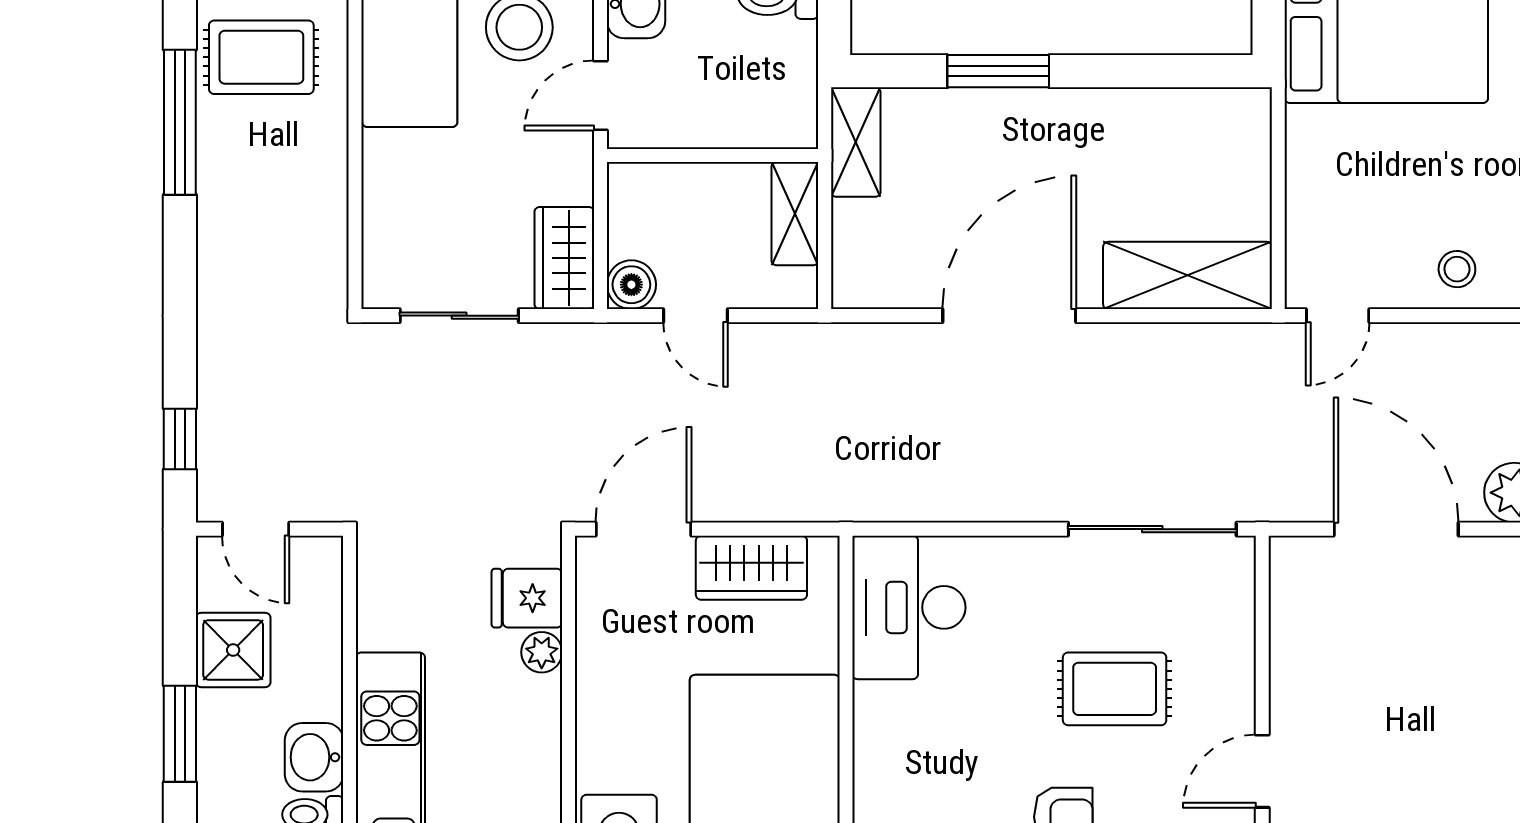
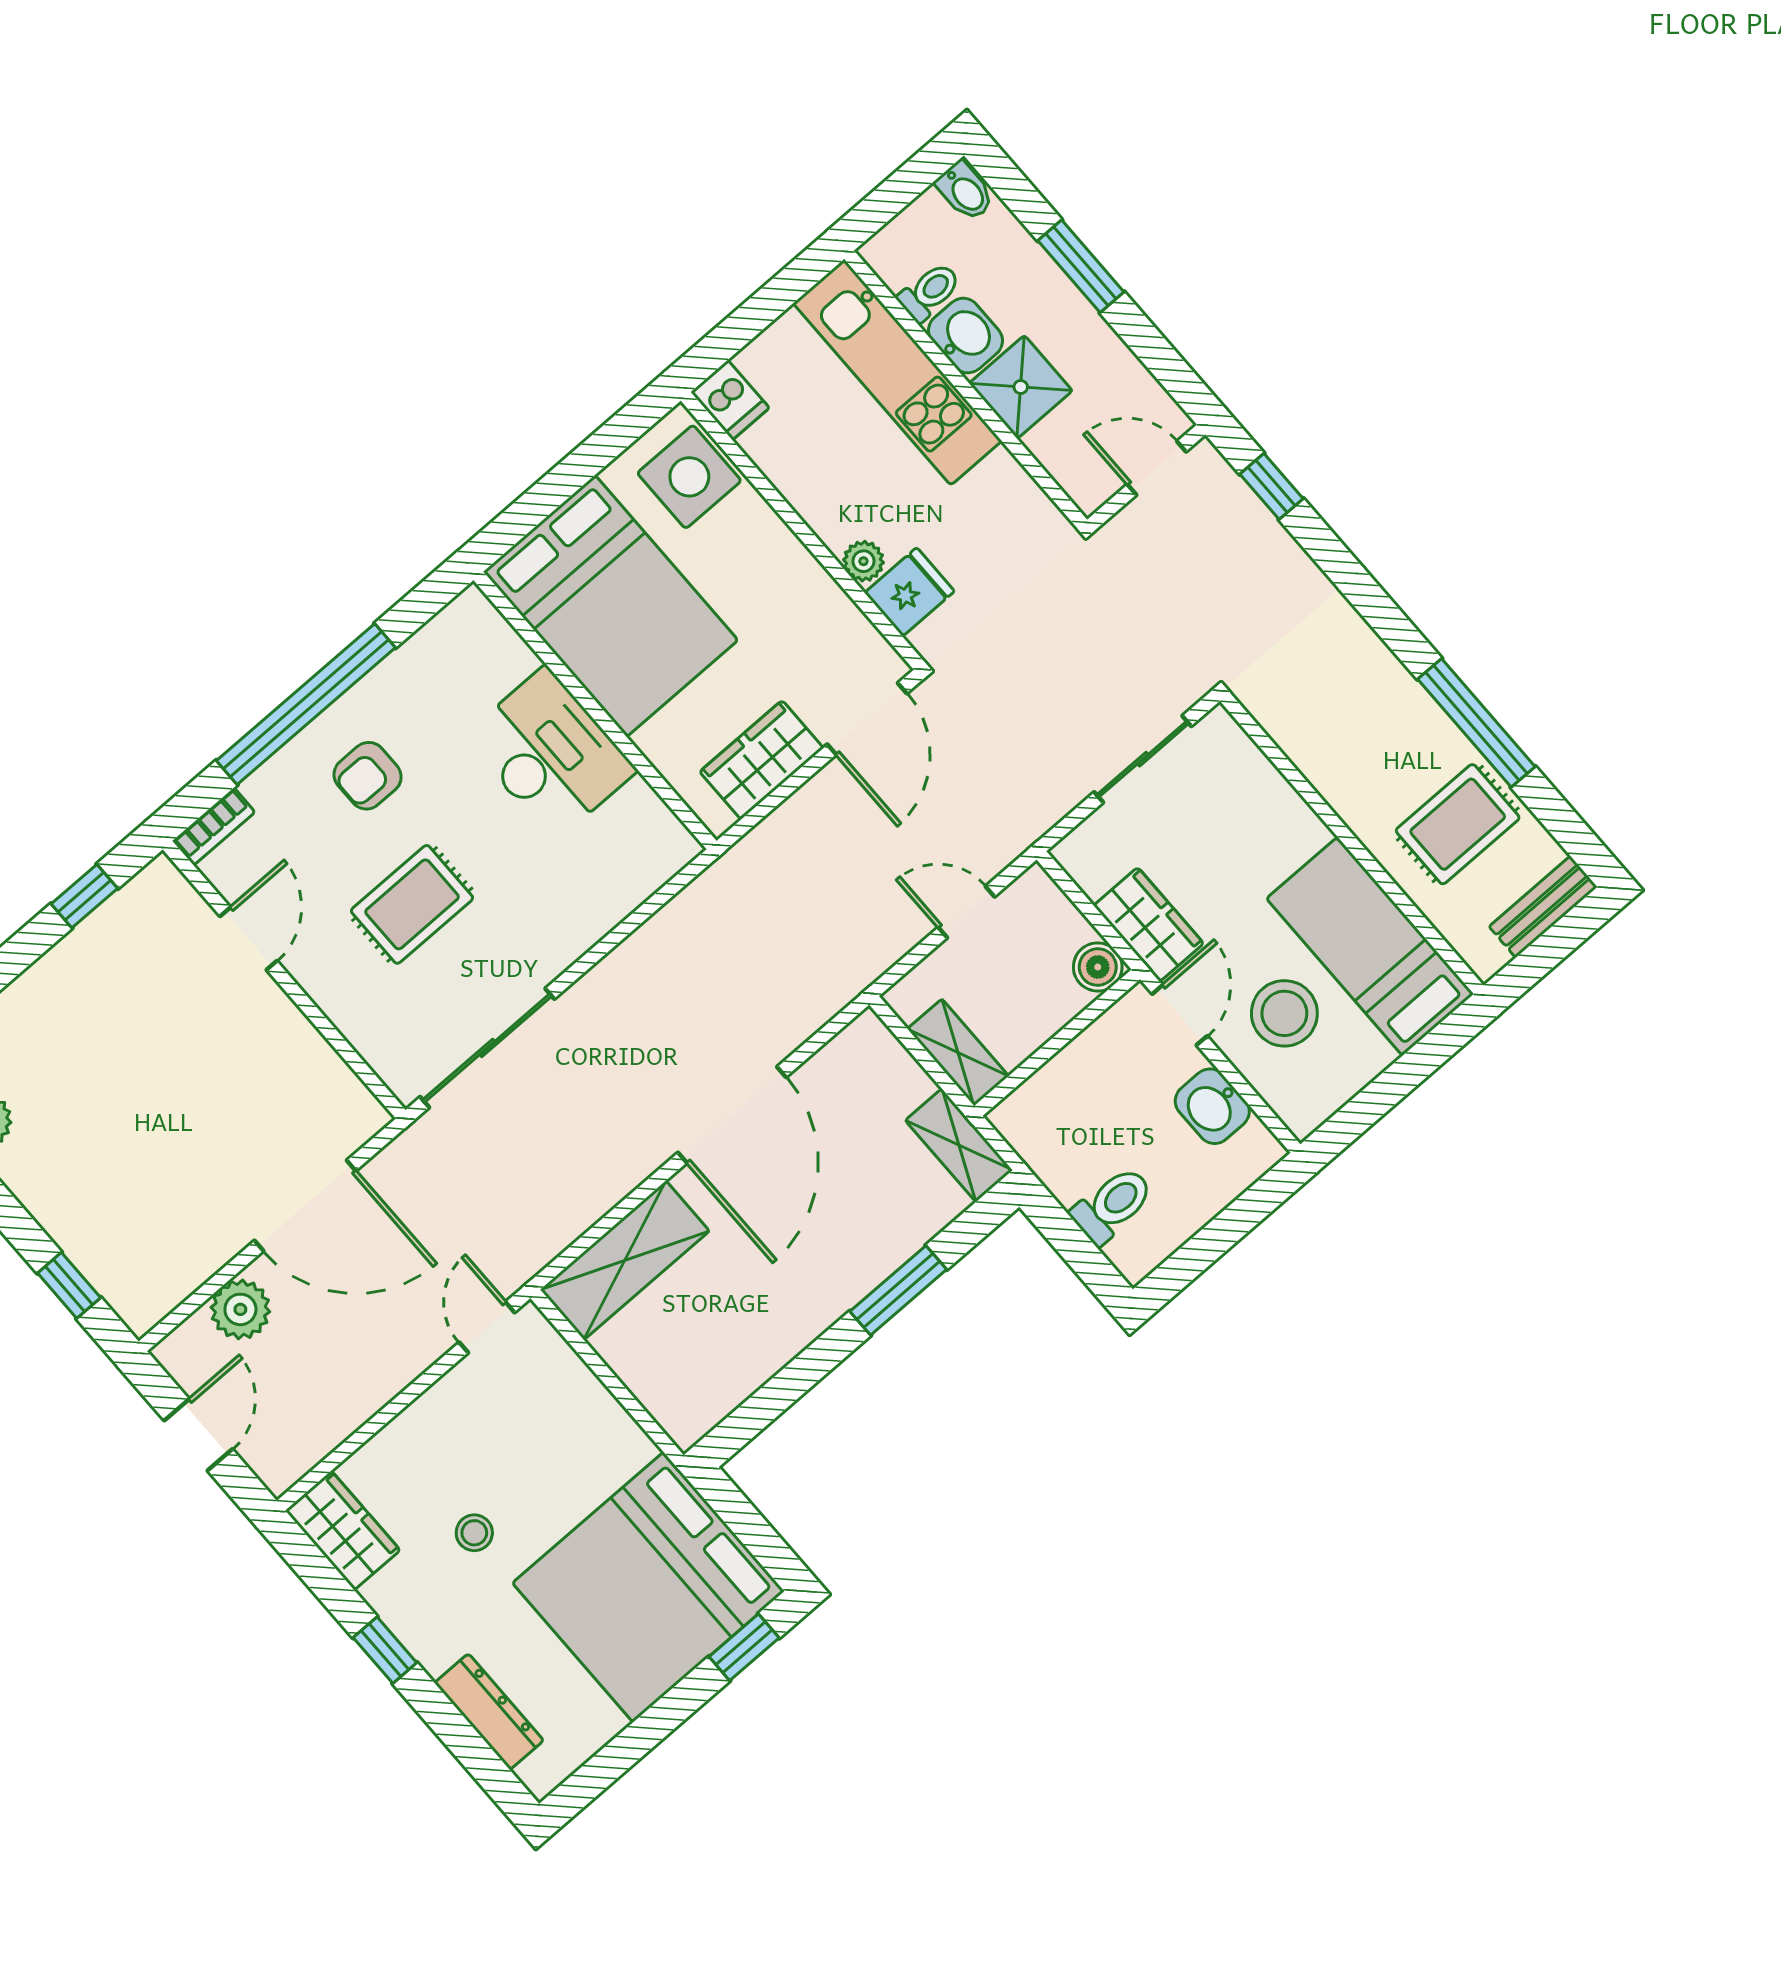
wardrobe: (564, 258) -> (1149, 925), moved
stool: (1457, 269) -> (474, 1533), moved
boiler: (631, 285) -> (1098, 967), moved
desk: (909, 607) -> (550, 754), moved
shower: (233, 650) -> (1021, 387), moved

